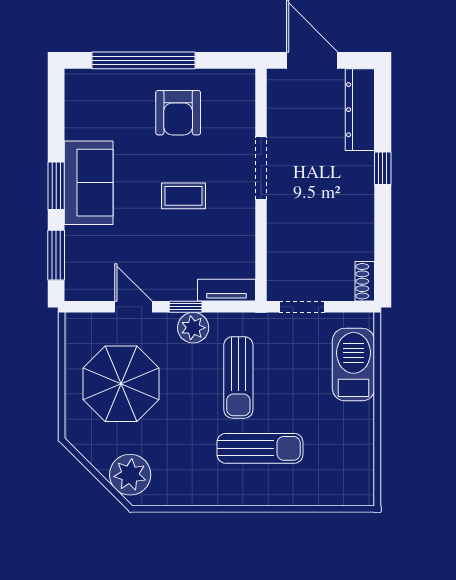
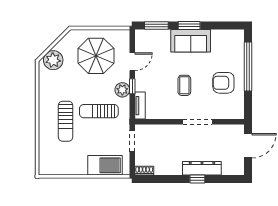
dresser: (360, 110) -> (202, 168), moved

